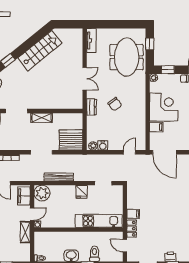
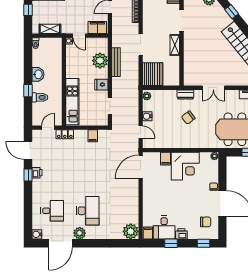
window: (168, 70) -> (222, 170), removed
water cooler: (103, 145) -> (147, 116), moved
plant: (42, 193) -> (100, 61), moved
filing cabinet: (133, 214) -> (93, 136), moved
shelving: (25, 232) -> (50, 29), moved

